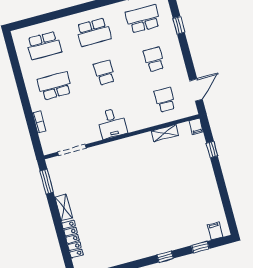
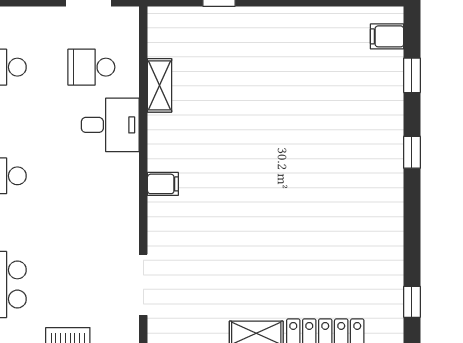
desk: (112, 123) -> (110, 125), moved
filing cabinet: (196, 126) -> (163, 184), moved

